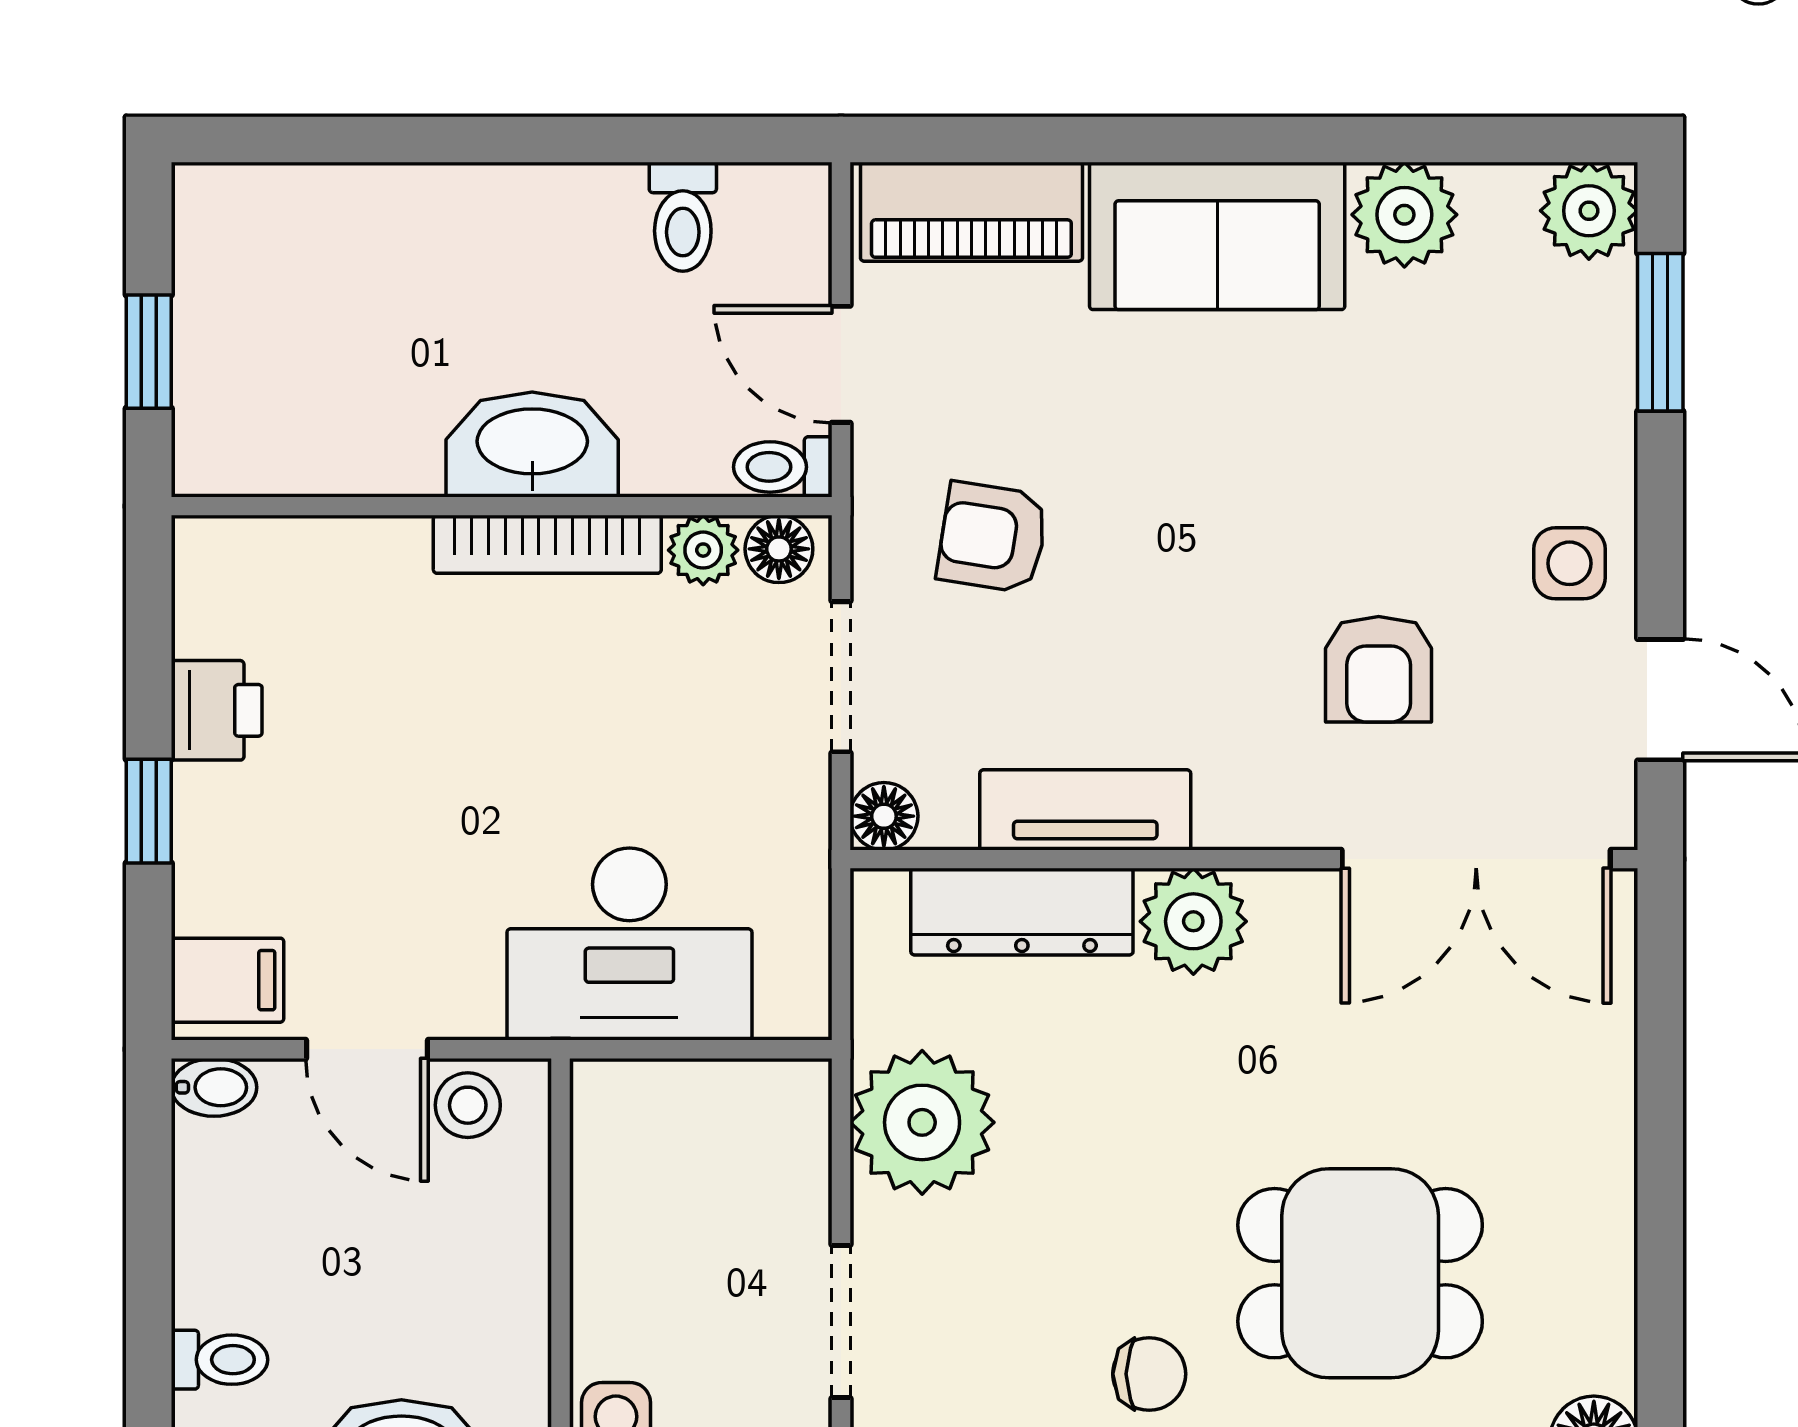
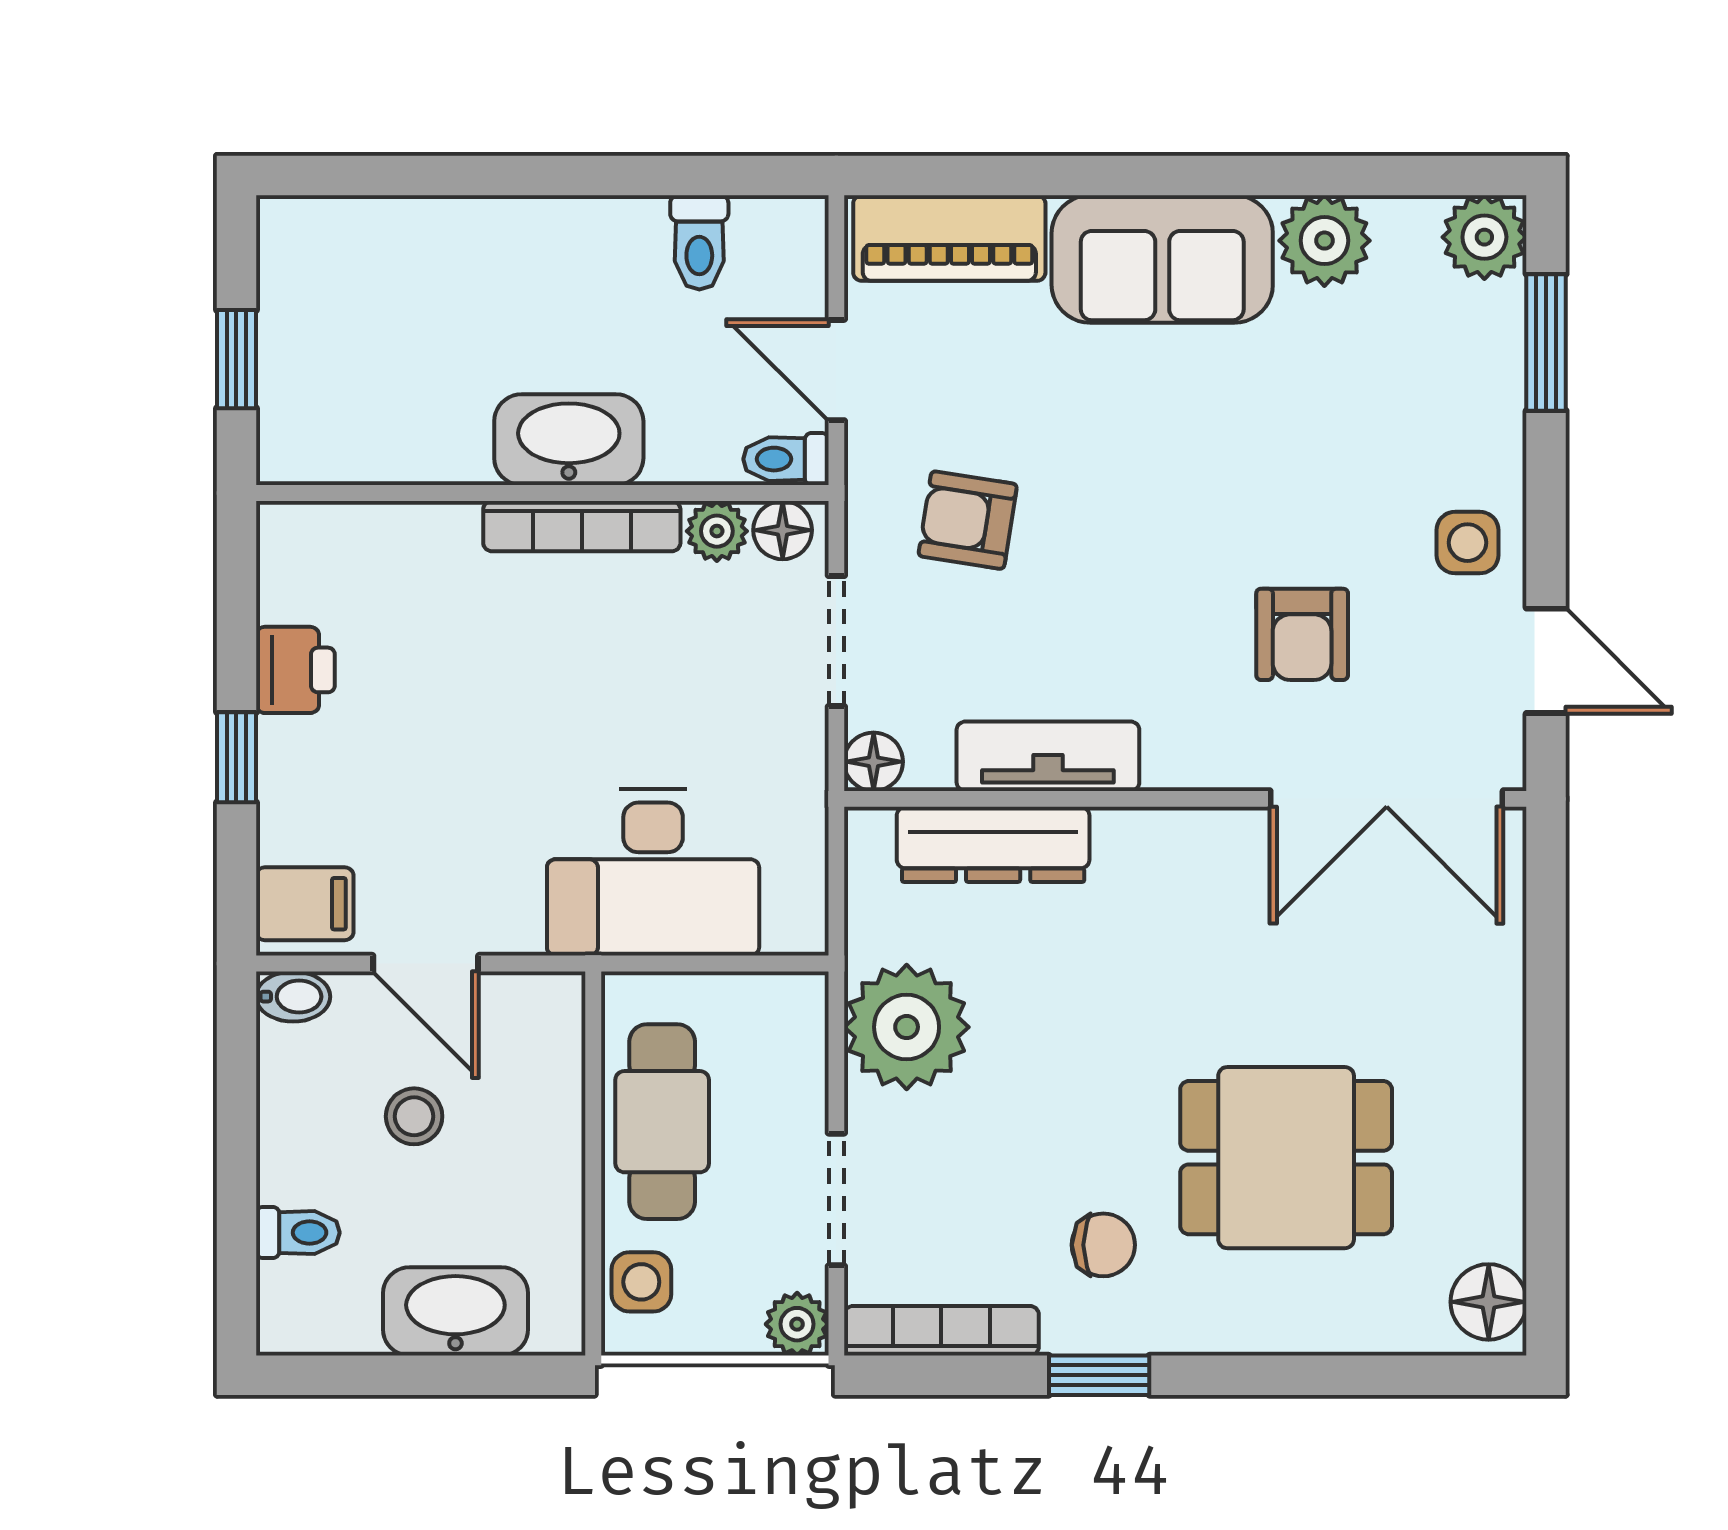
plant: (1193, 921) -> (1142, 853), removed
stool: (468, 1105) -> (414, 1116), moved
cafe table: (640, 1232) -> (662, 1122), added

